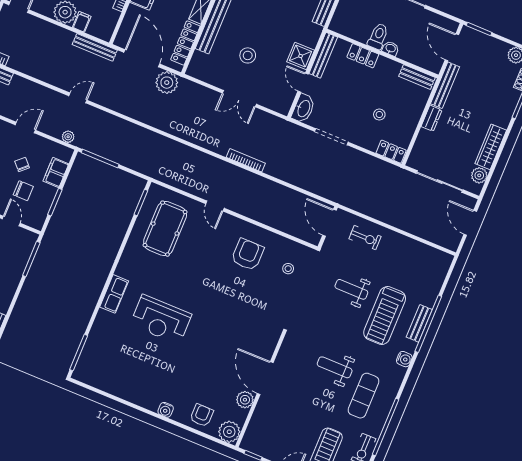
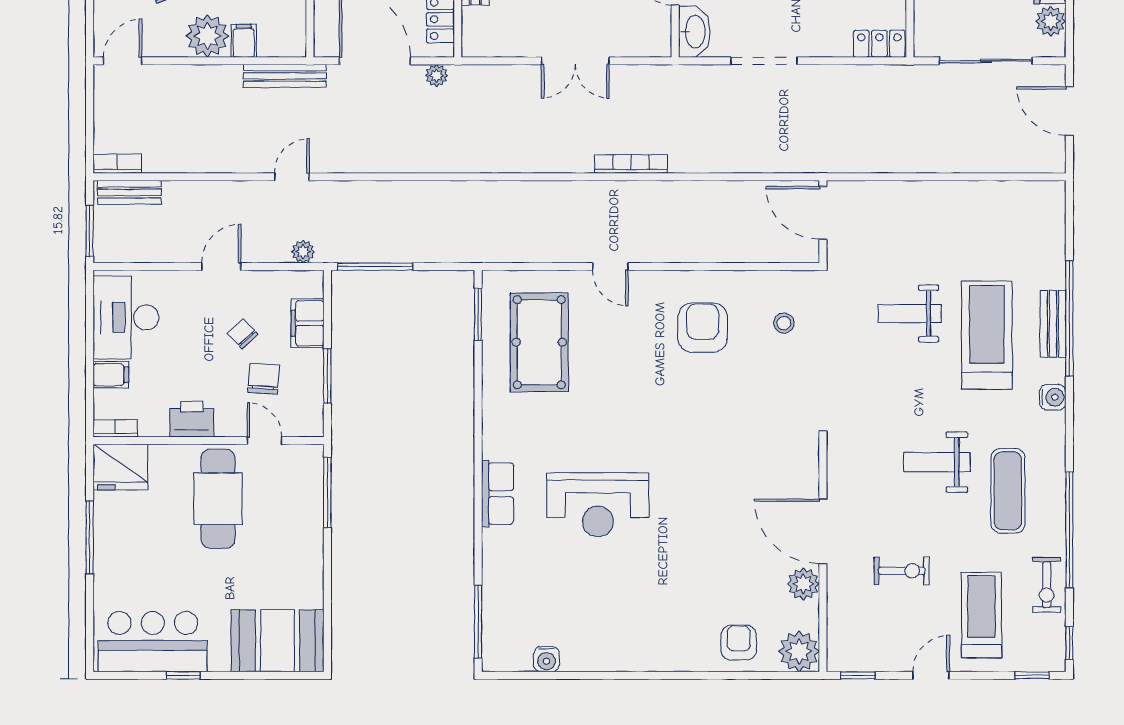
plant: (167, 83) -> (436, 76), width x0.53, depth x0.53
chair: (23, 191) -> (264, 379), turned -86
exercise bike: (365, 238) -> (902, 571), moved
treadmill: (385, 315) -> (987, 335), turned 180
water cooler: (166, 410) -> (546, 659), moved

